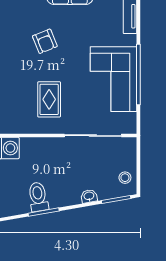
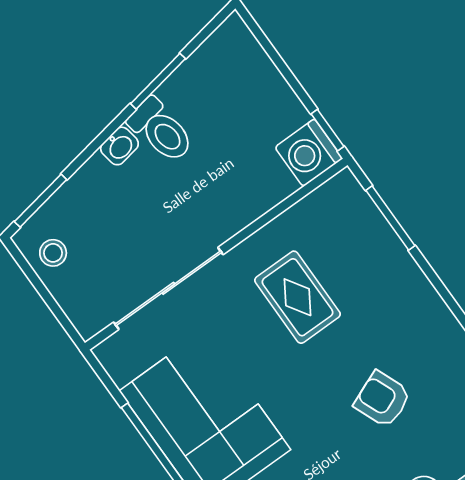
washbasin: (89, 196) -> (119, 146), moved
toilet: (38, 197) -> (161, 130), moved

